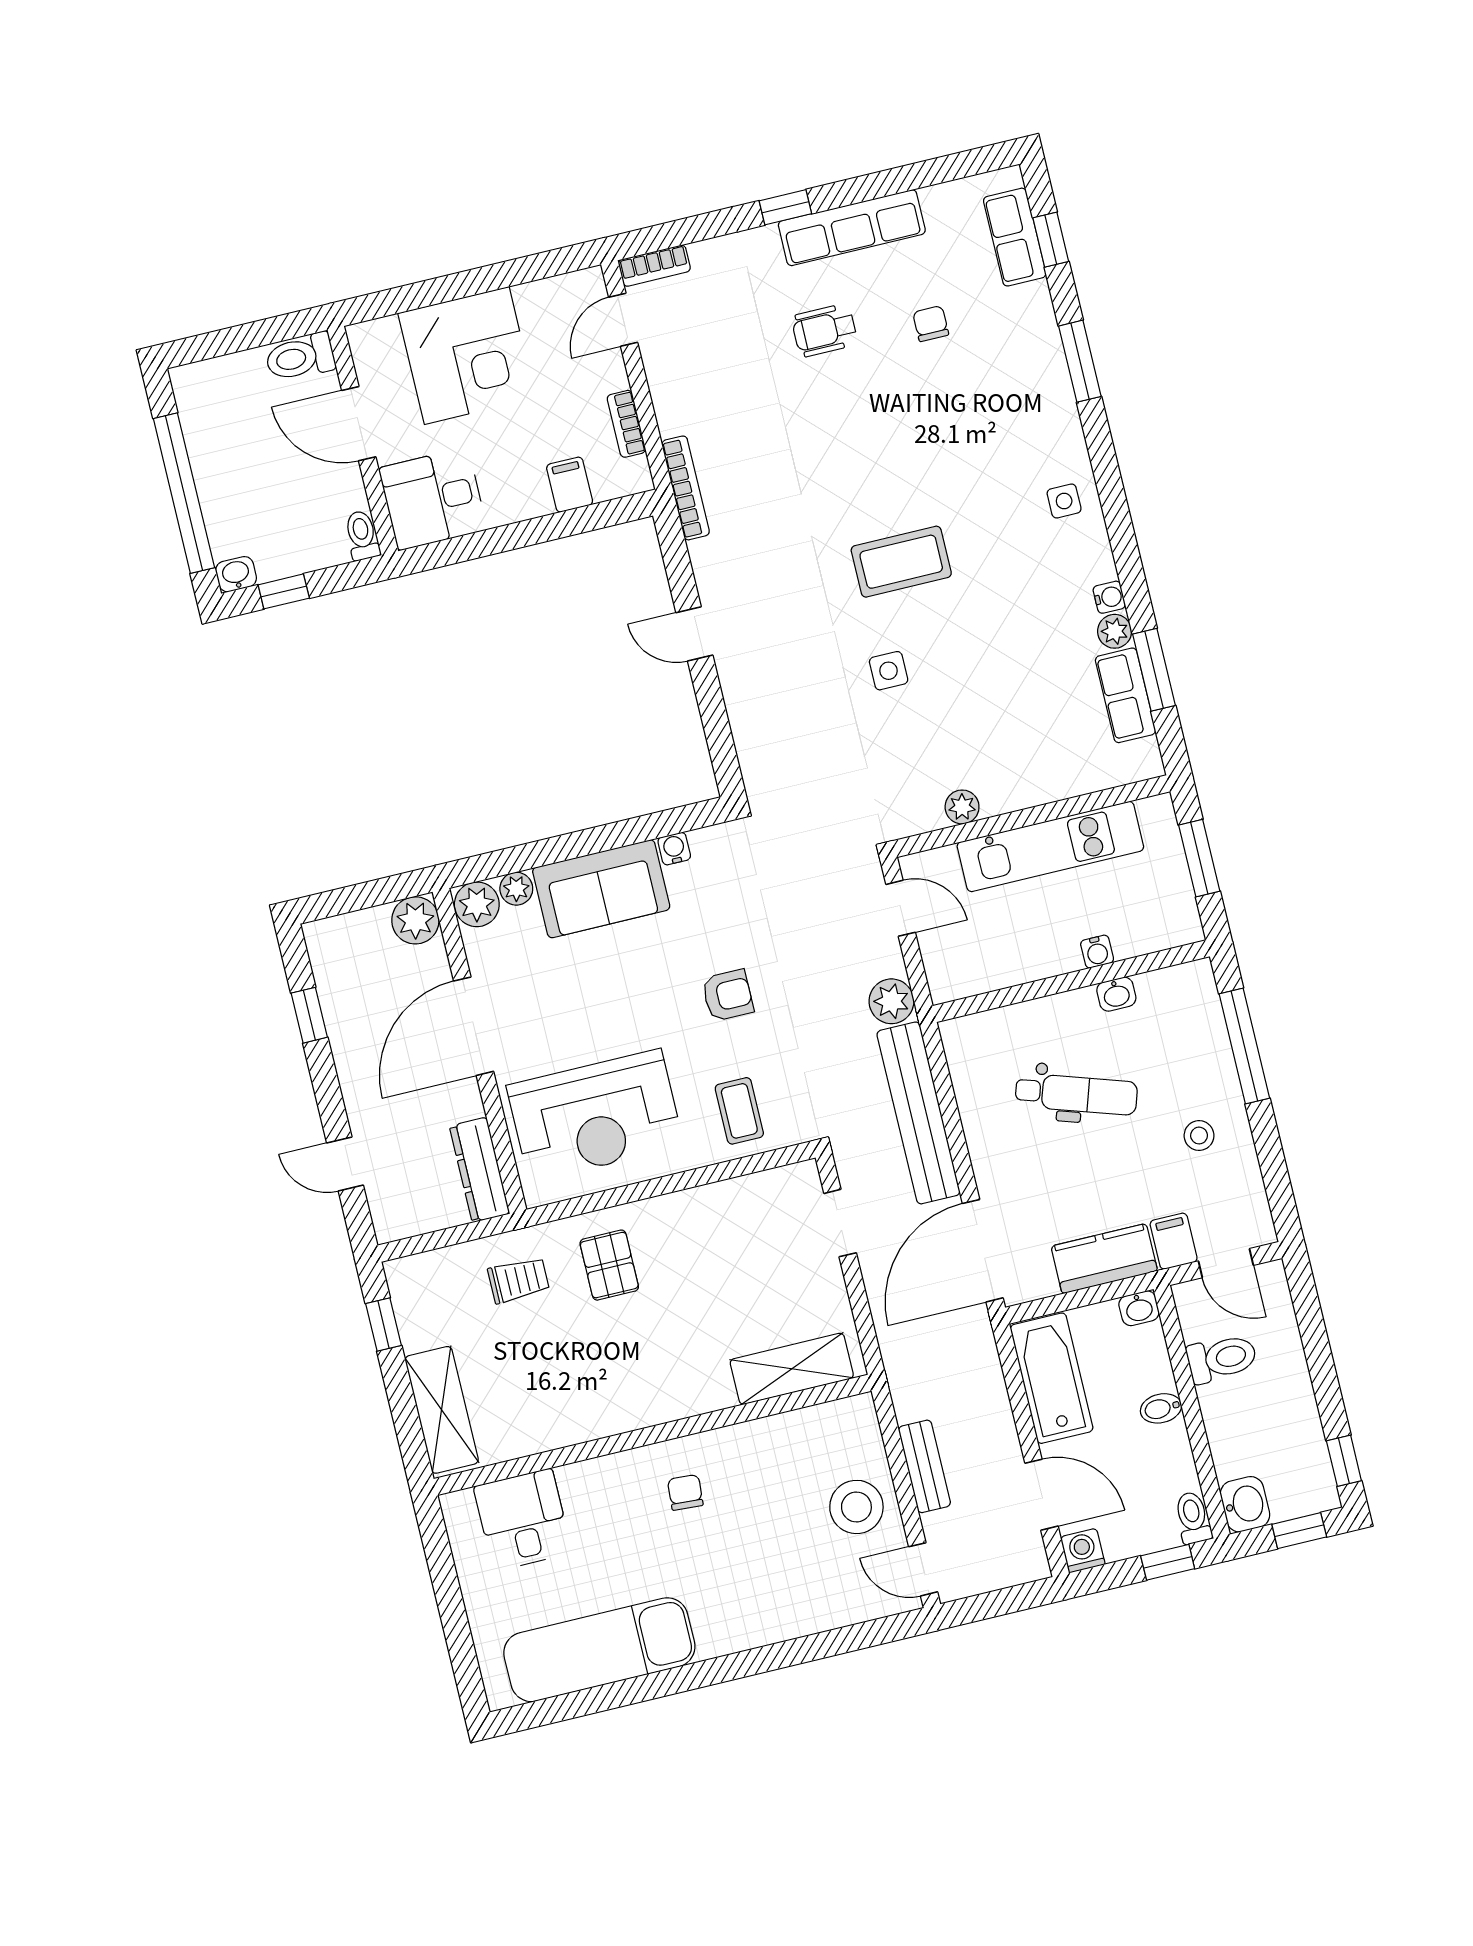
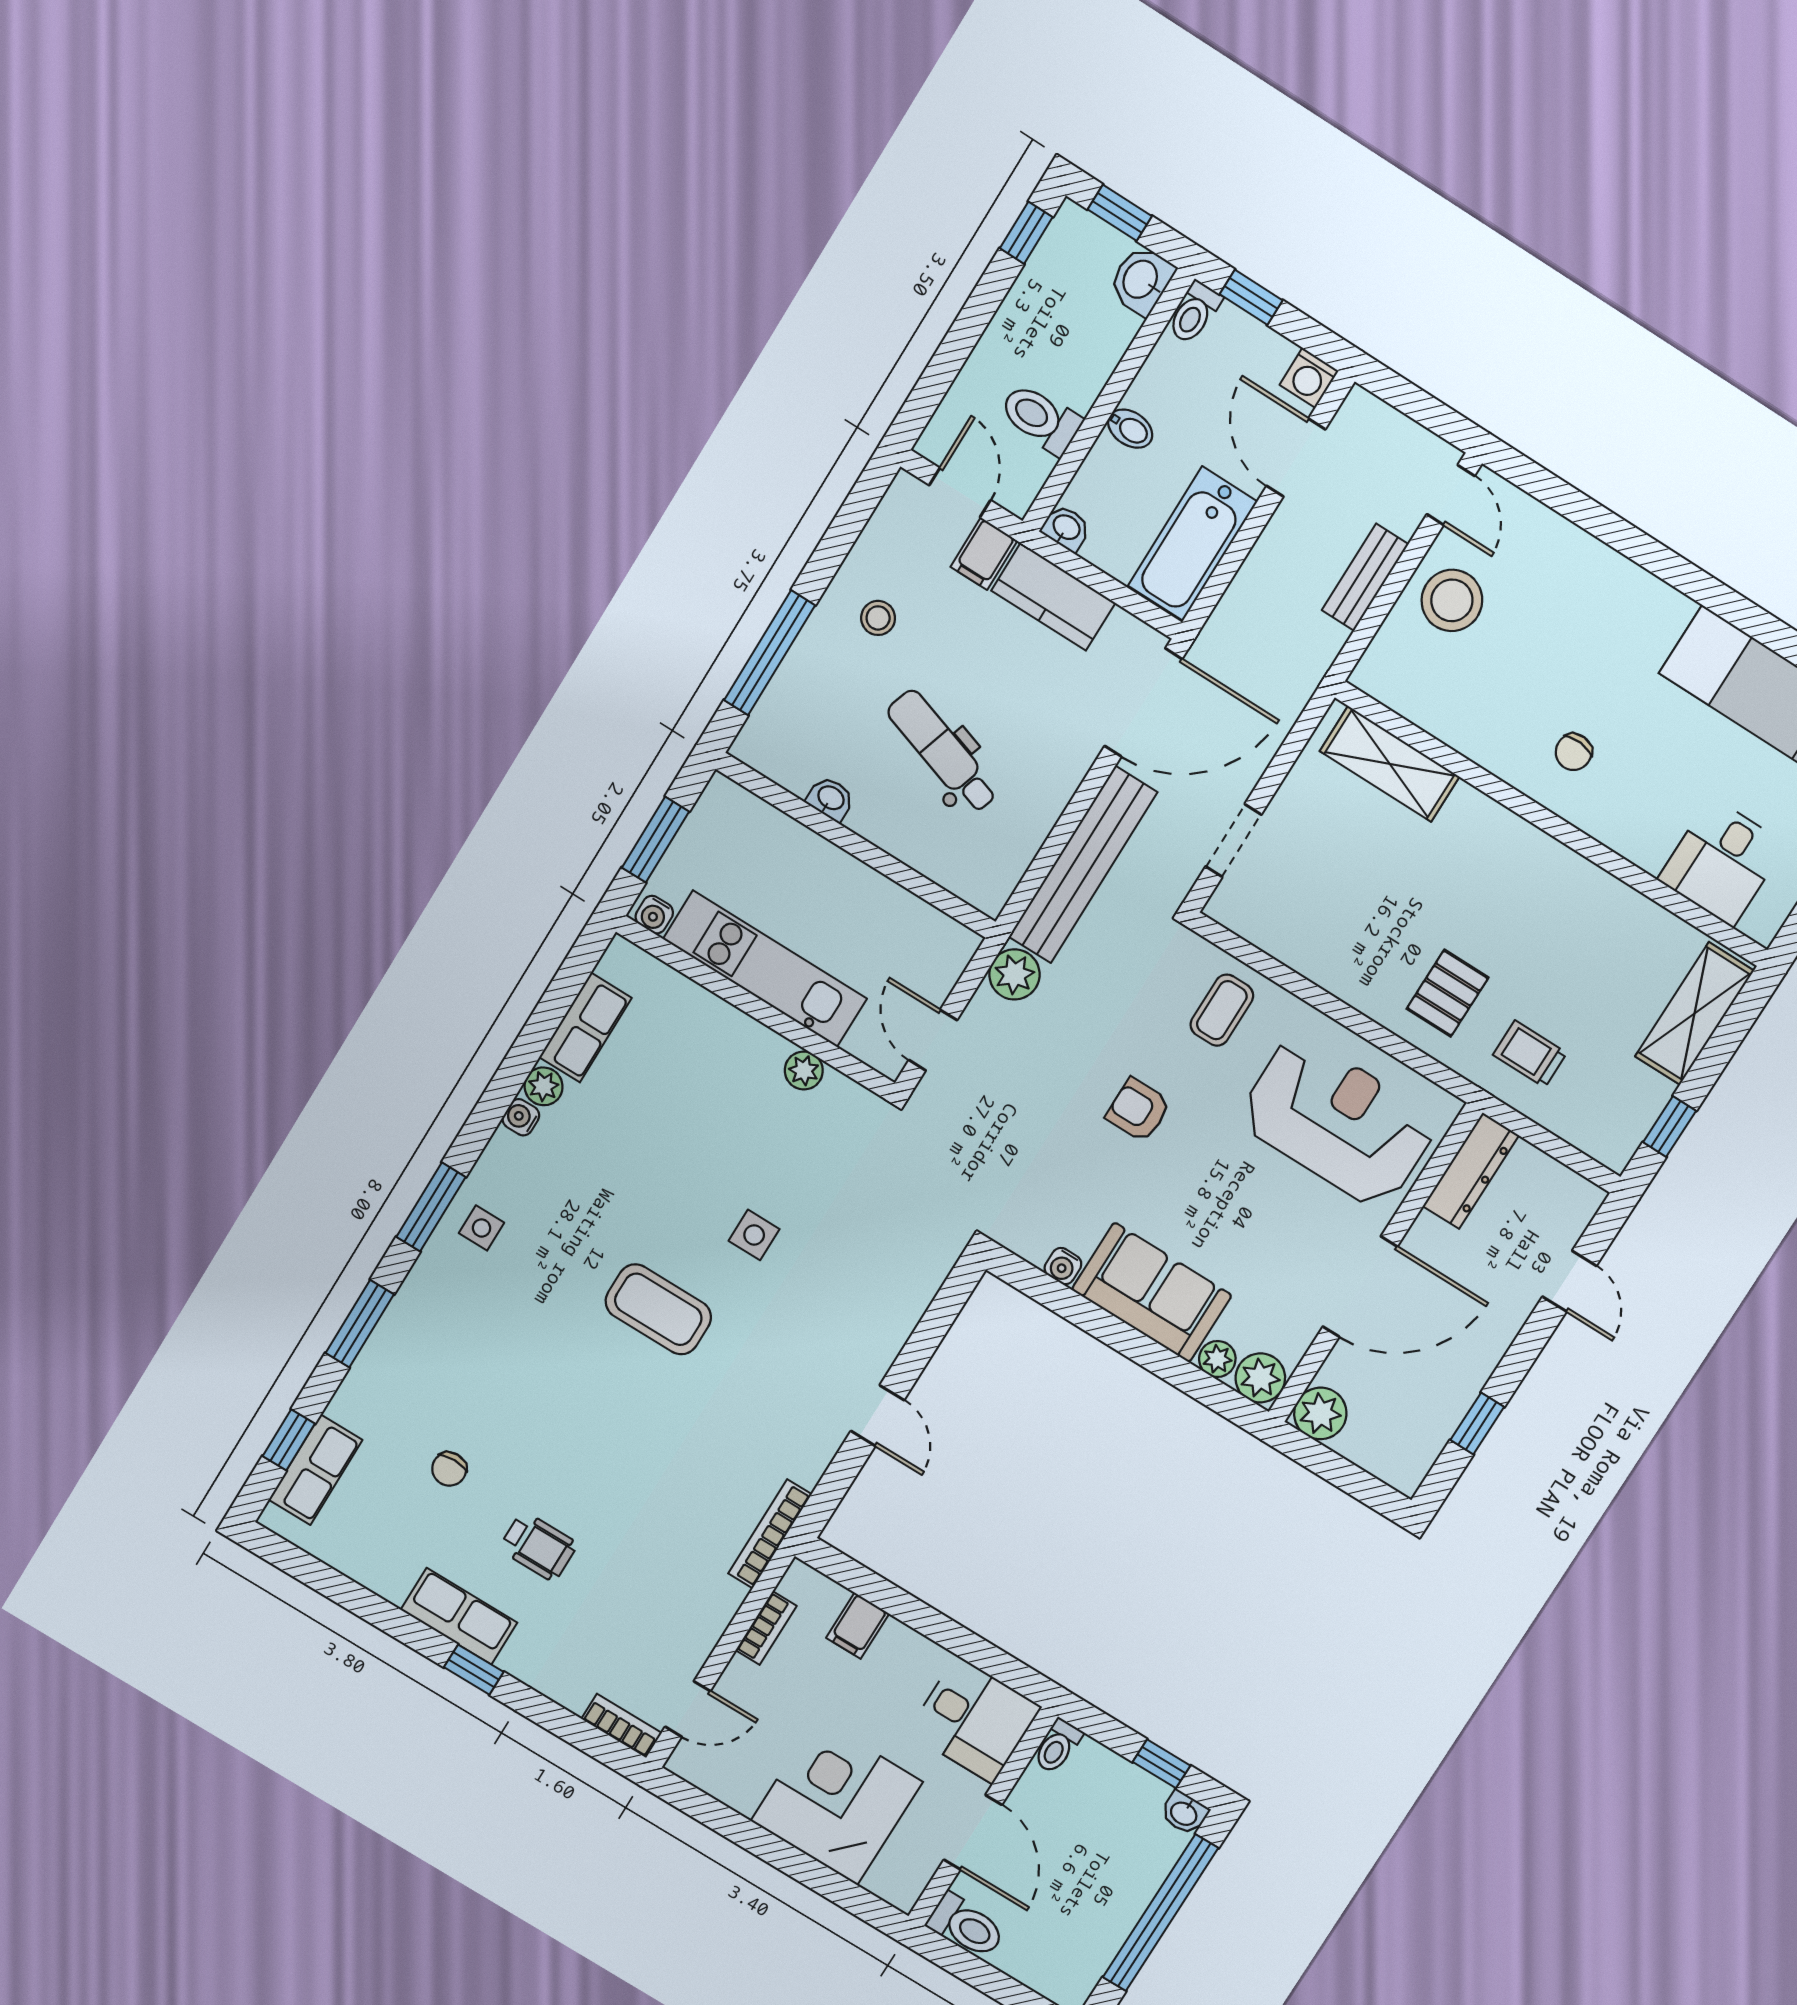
row of seats: (852, 228) -> (459, 1616), width x0.68
window: (1154, 670) -> (431, 1207), moved
water cooler: (1097, 952) -> (654, 915), moved, turned 180

